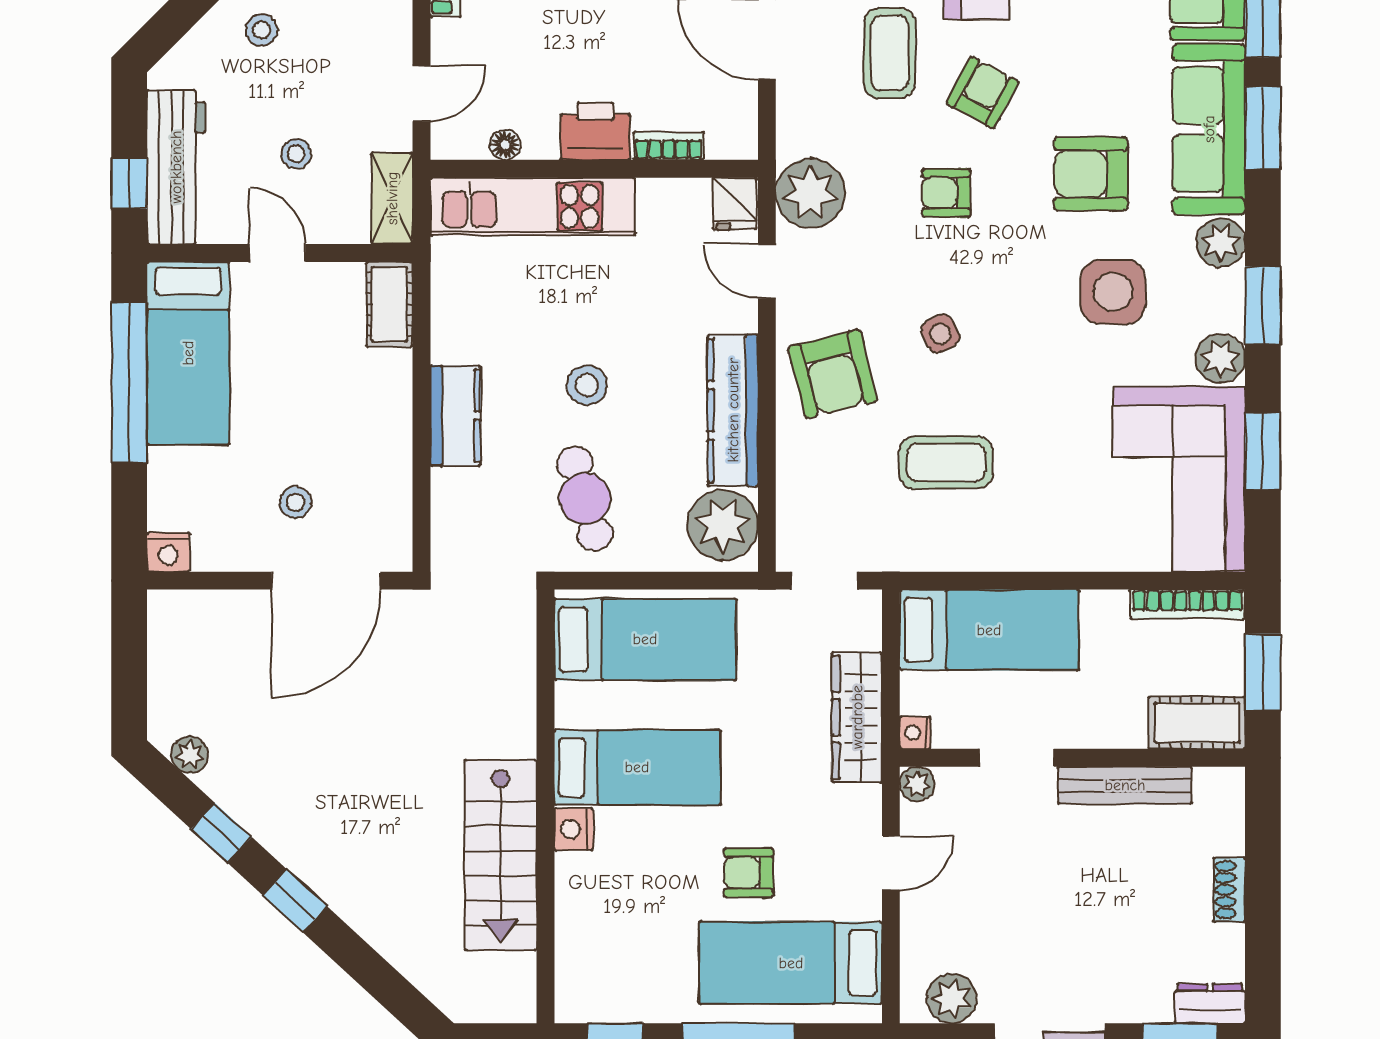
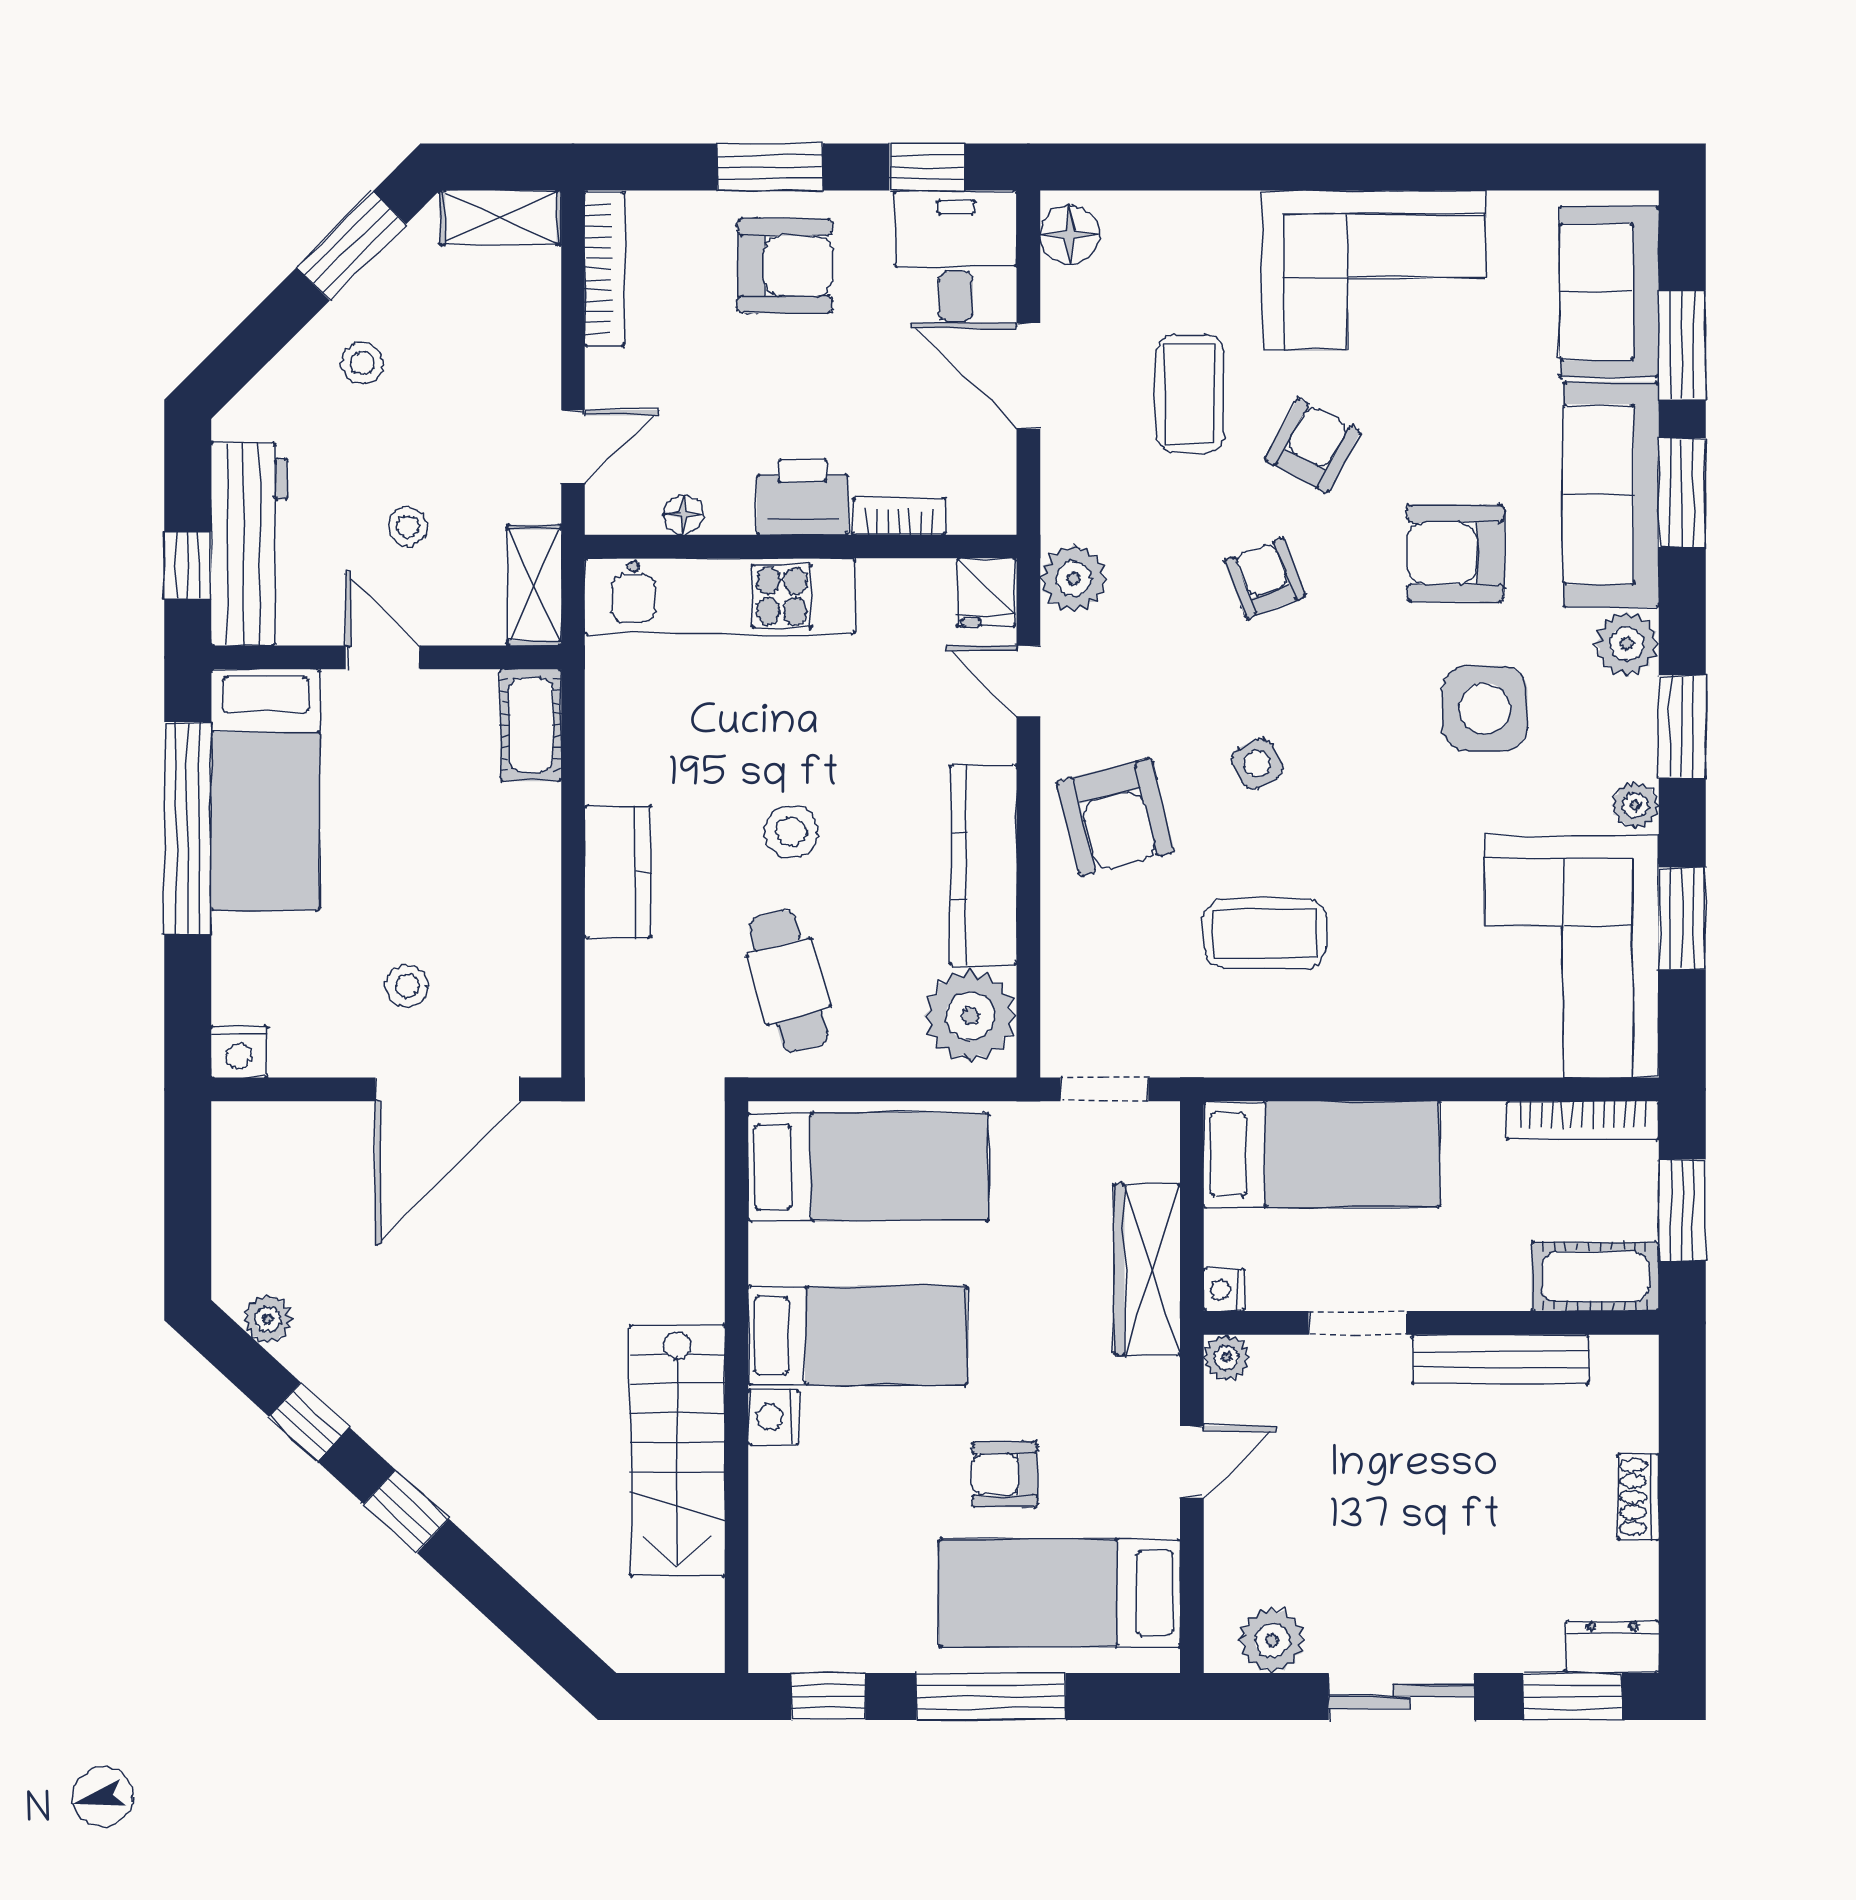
plant: (810, 193) -> (1073, 578), width x0.73, depth x0.73
armchair: (946, 193) -> (1265, 578), turned 69
plant: (1220, 358) -> (1635, 805), width x0.73, depth x0.73

